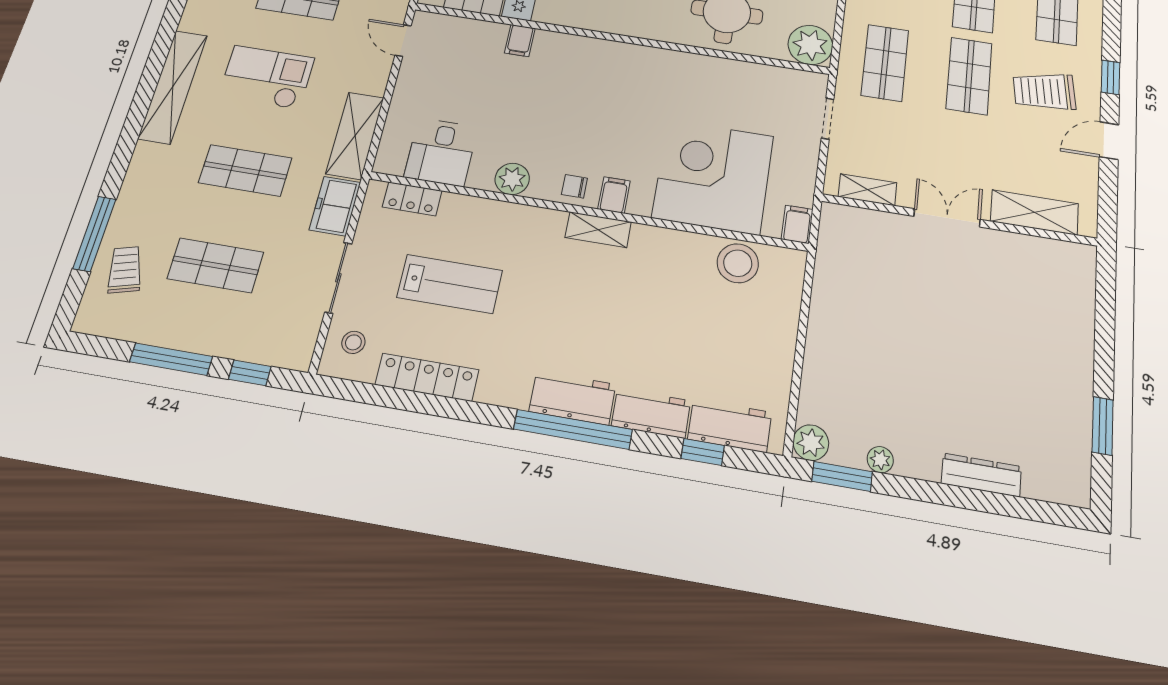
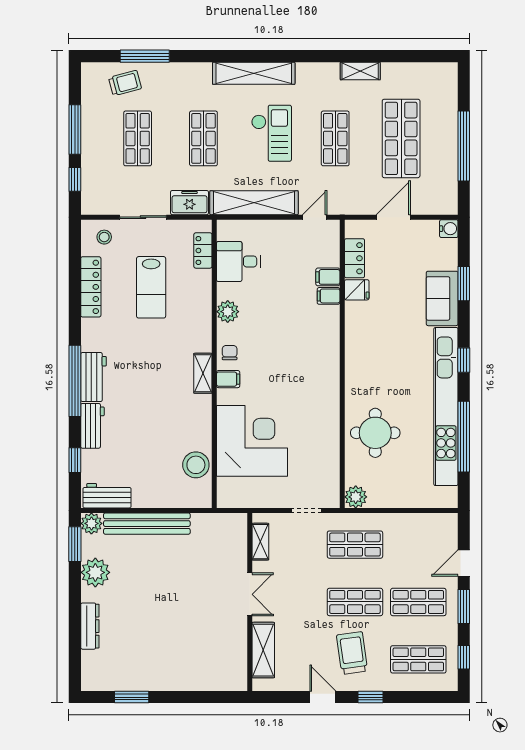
plant: (810, 45) -> (356, 497), width x0.73, depth x0.73
shelving: (355, 136) -> (254, 203), width x1.47
filing cabinet: (797, 224) -> (328, 277), moved, turned 180
bench: (821, 353) -> (147, 524), added
workbench: (730, 426) -> (107, 496), moved, turned -90
plant: (880, 460) -> (95, 572), width x1.88, depth x1.88

